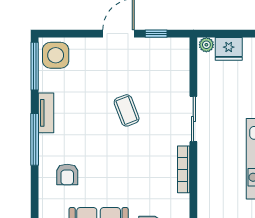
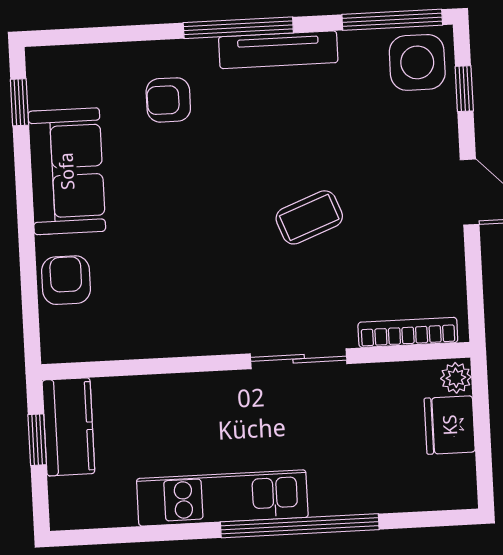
window: (156, 34) -> (464, 89), moved
tv unit: (46, 113) -> (278, 50), width x1.41
bookcase: (184, 169) -> (408, 332), moved

